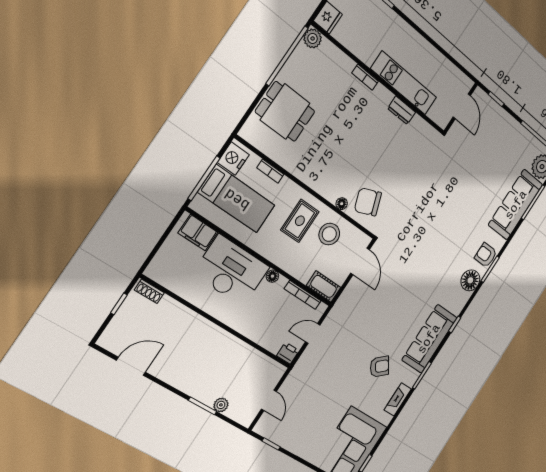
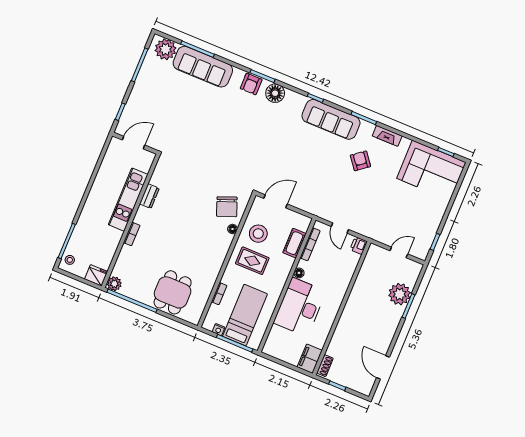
nightstand: (233, 159) -> (218, 330), width x0.53, depth x0.56
filing cabinet: (198, 233) -> (310, 359), moved, turned 180
cot: (324, 287) -> (294, 243), moved
plant: (221, 405) -> (400, 294), width x1.88, depth x1.88

